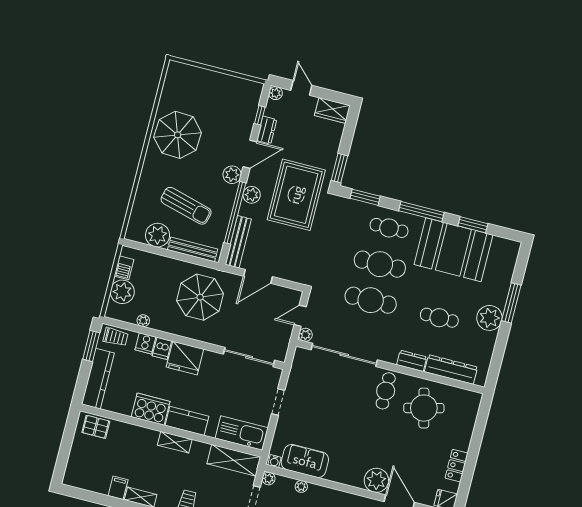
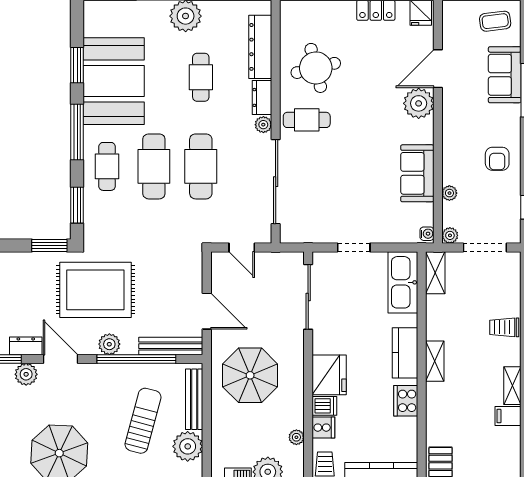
plant: (232, 175) -> (26, 374), moved
plant: (305, 335) -> (263, 125), moved
cooker: (151, 409) -> (406, 401), width x0.73, depth x0.76
shelving: (234, 460) -> (435, 273), width x0.67, depth x0.75
sofa: (305, 461) -> (417, 173), moved

